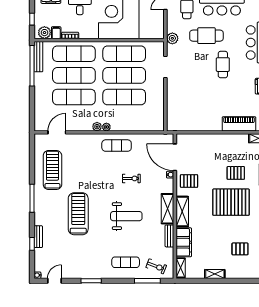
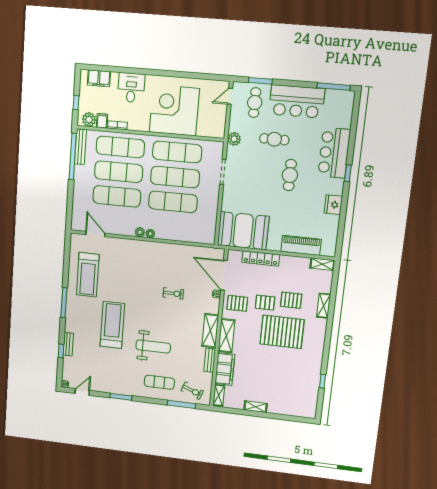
cafe table: (206, 36) -> (274, 139), width x0.73, depth x0.74
booth: (188, 116) -> (243, 231), added
door: (57, 132) -> (95, 234), hinge flipped
locker: (206, 139) -> (261, 258), added
exercise mat: (117, 146) -> (160, 255), removed
treadmill: (52, 170) -> (88, 275), turned 180
weight bench: (126, 216) -> (153, 346), moved
pallet: (240, 249) -> (265, 303), moved

